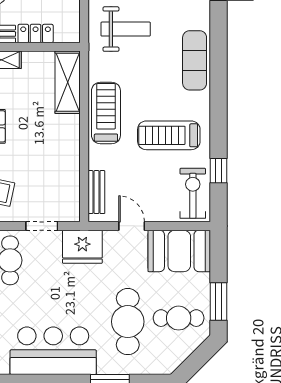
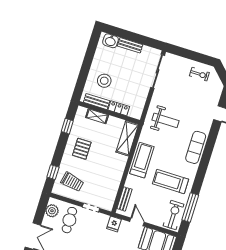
window: (218, 171) -> (190, 207), width x2.17
fridge: (82, 247) -> (114, 224), width x0.53, depth x0.75

